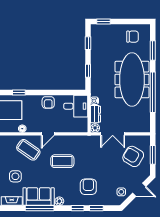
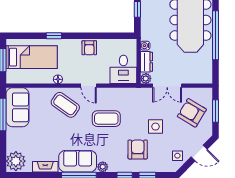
desk: (76, 106) -> (123, 69), moved, turned 90
door: (48, 134) -> (89, 86), hinge flipped
side table: (15, 176) -> (156, 127), moved

